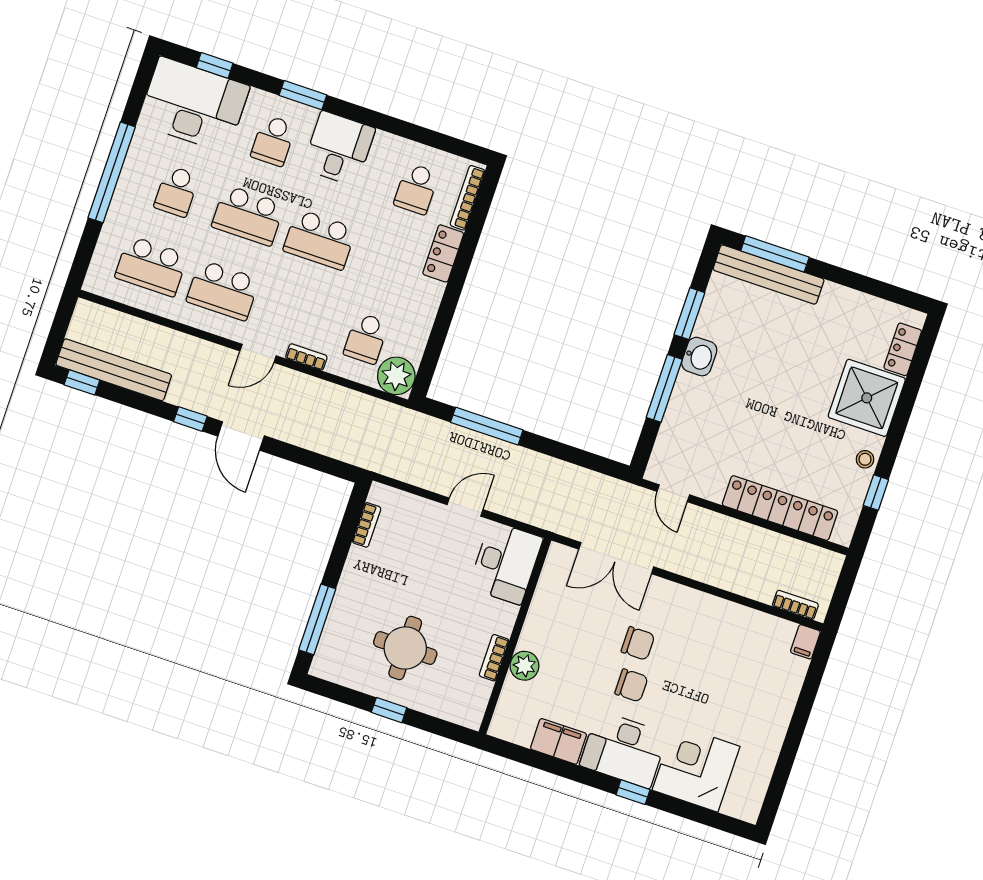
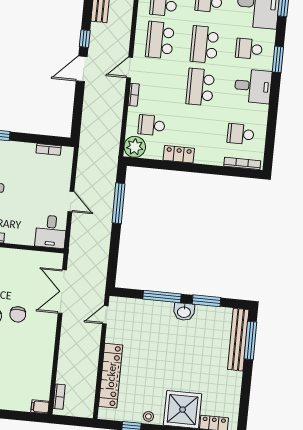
locker: (443, 253) -> (179, 154), moved
door: (258, 353) -> (130, 68), hinge flipped
desk: (506, 563) -> (51, 232), width x0.73

